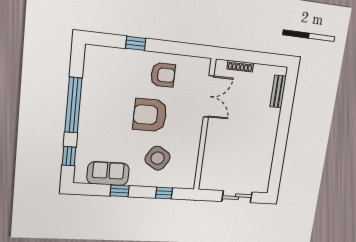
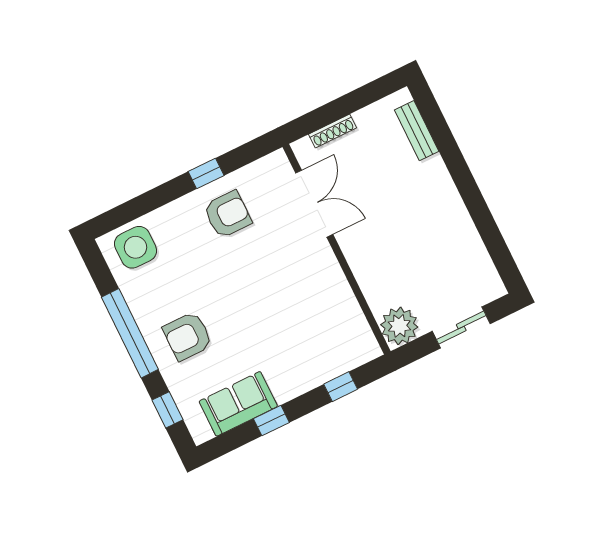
window: (136, 43) -> (206, 174), moved
armchair: (150, 115) -> (188, 336), moved, width x0.73, depth x0.73
side table: (158, 158) -> (136, 247), moved, turned -32
plant: (210, 180) -> (399, 326), added

